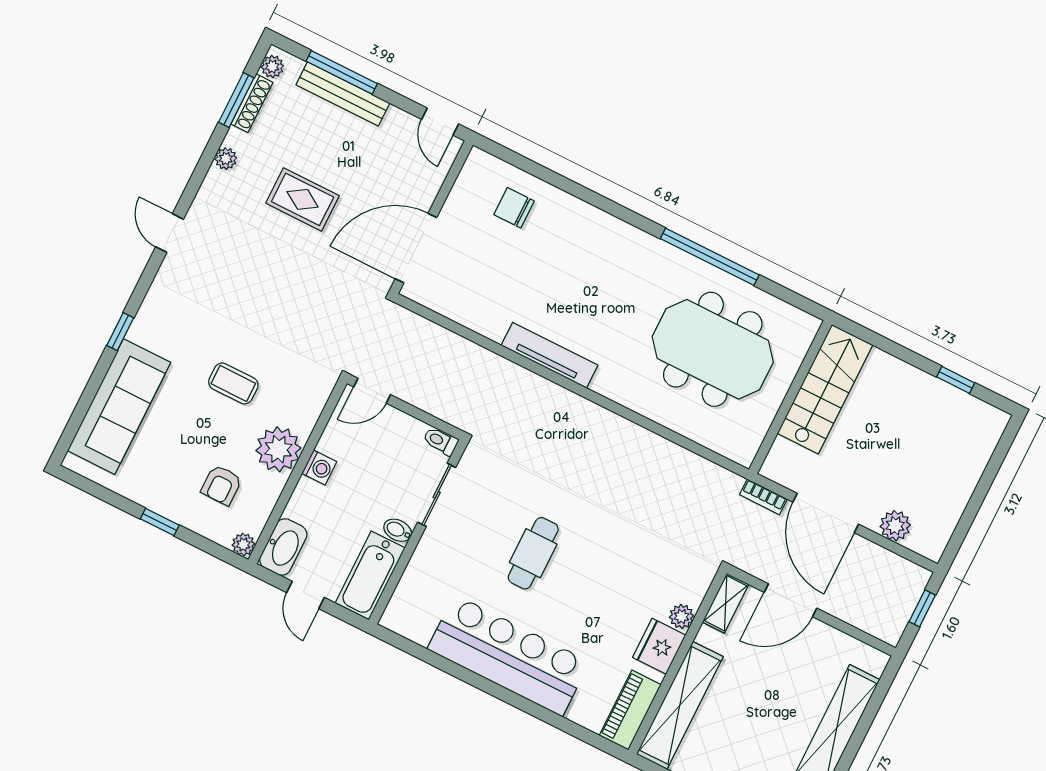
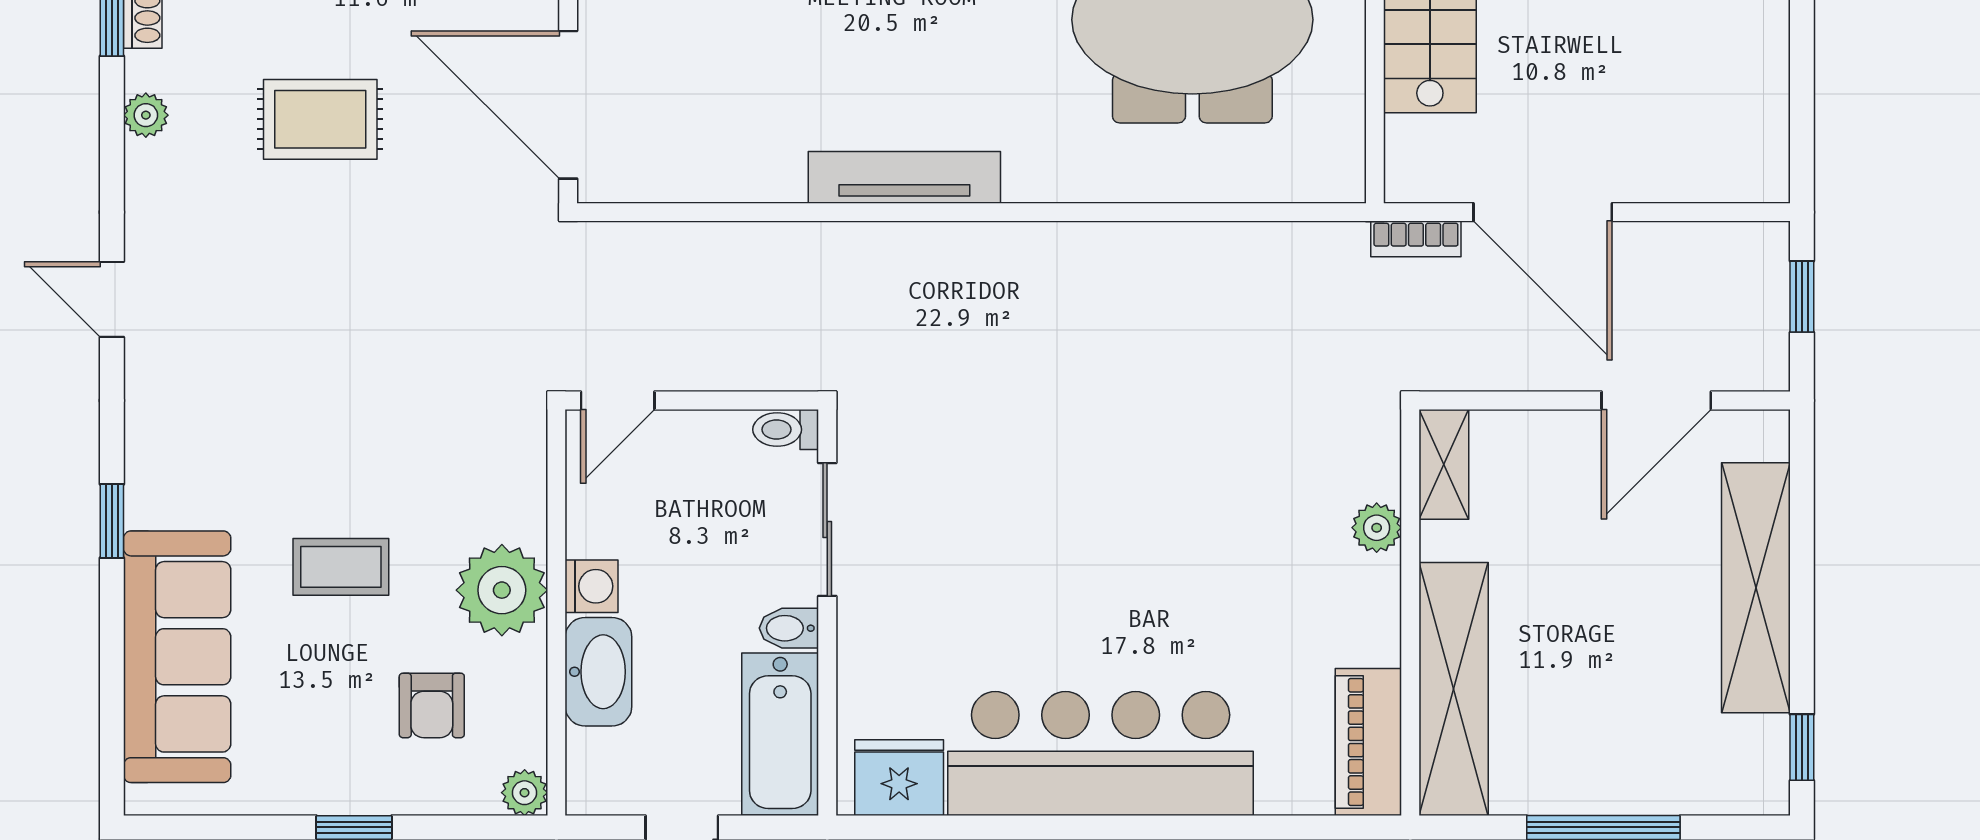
door: (416, 248) -> (568, 105), hinge flipped
coffee table: (233, 383) -> (341, 567), moved
plant: (895, 526) -> (1679, 172), removed
washbasin: (283, 547) -> (598, 672), moved
cafe table: (533, 553) -> (1053, 548), removed
door: (791, 600) -> (1656, 401), moved
fridge: (659, 646) -> (899, 778), moved, turned 90

